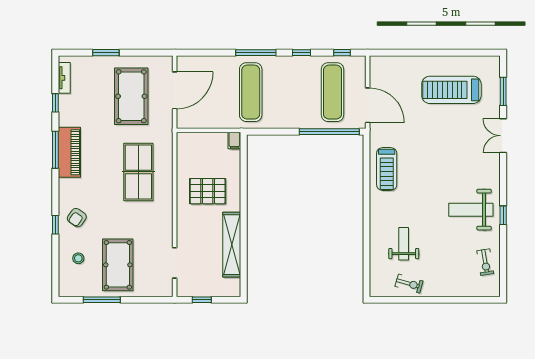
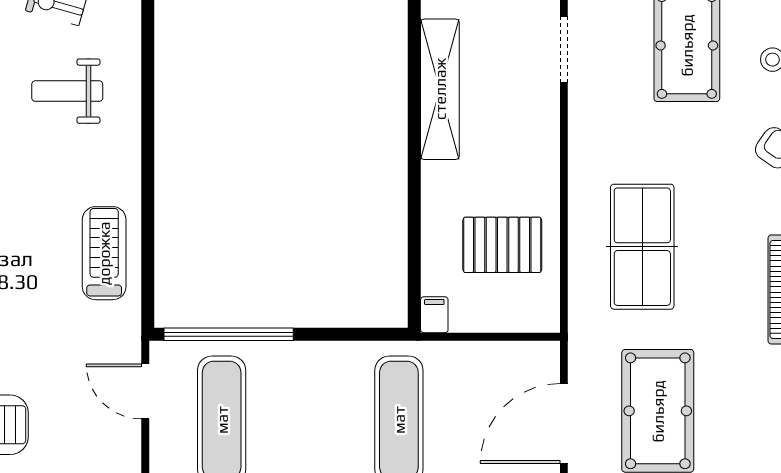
door: (368, 105) -> (145, 391), width x0.73
pallet: (208, 191) -> (502, 245), moved
weight bench: (404, 244) -> (67, 91), turned 90

